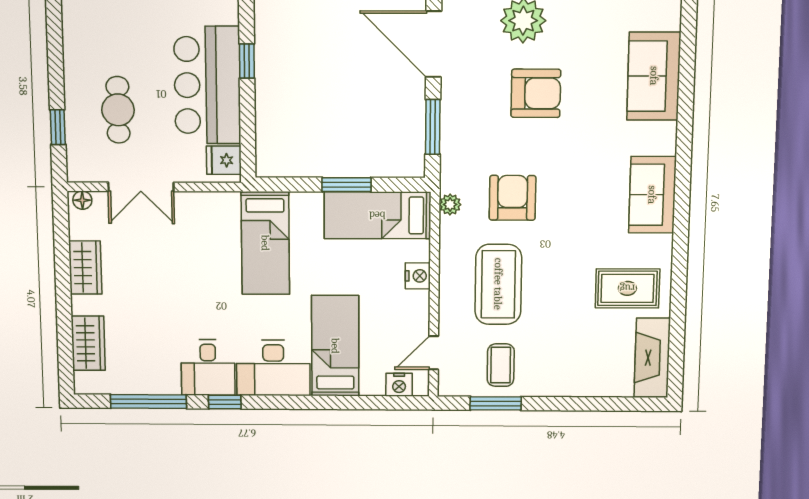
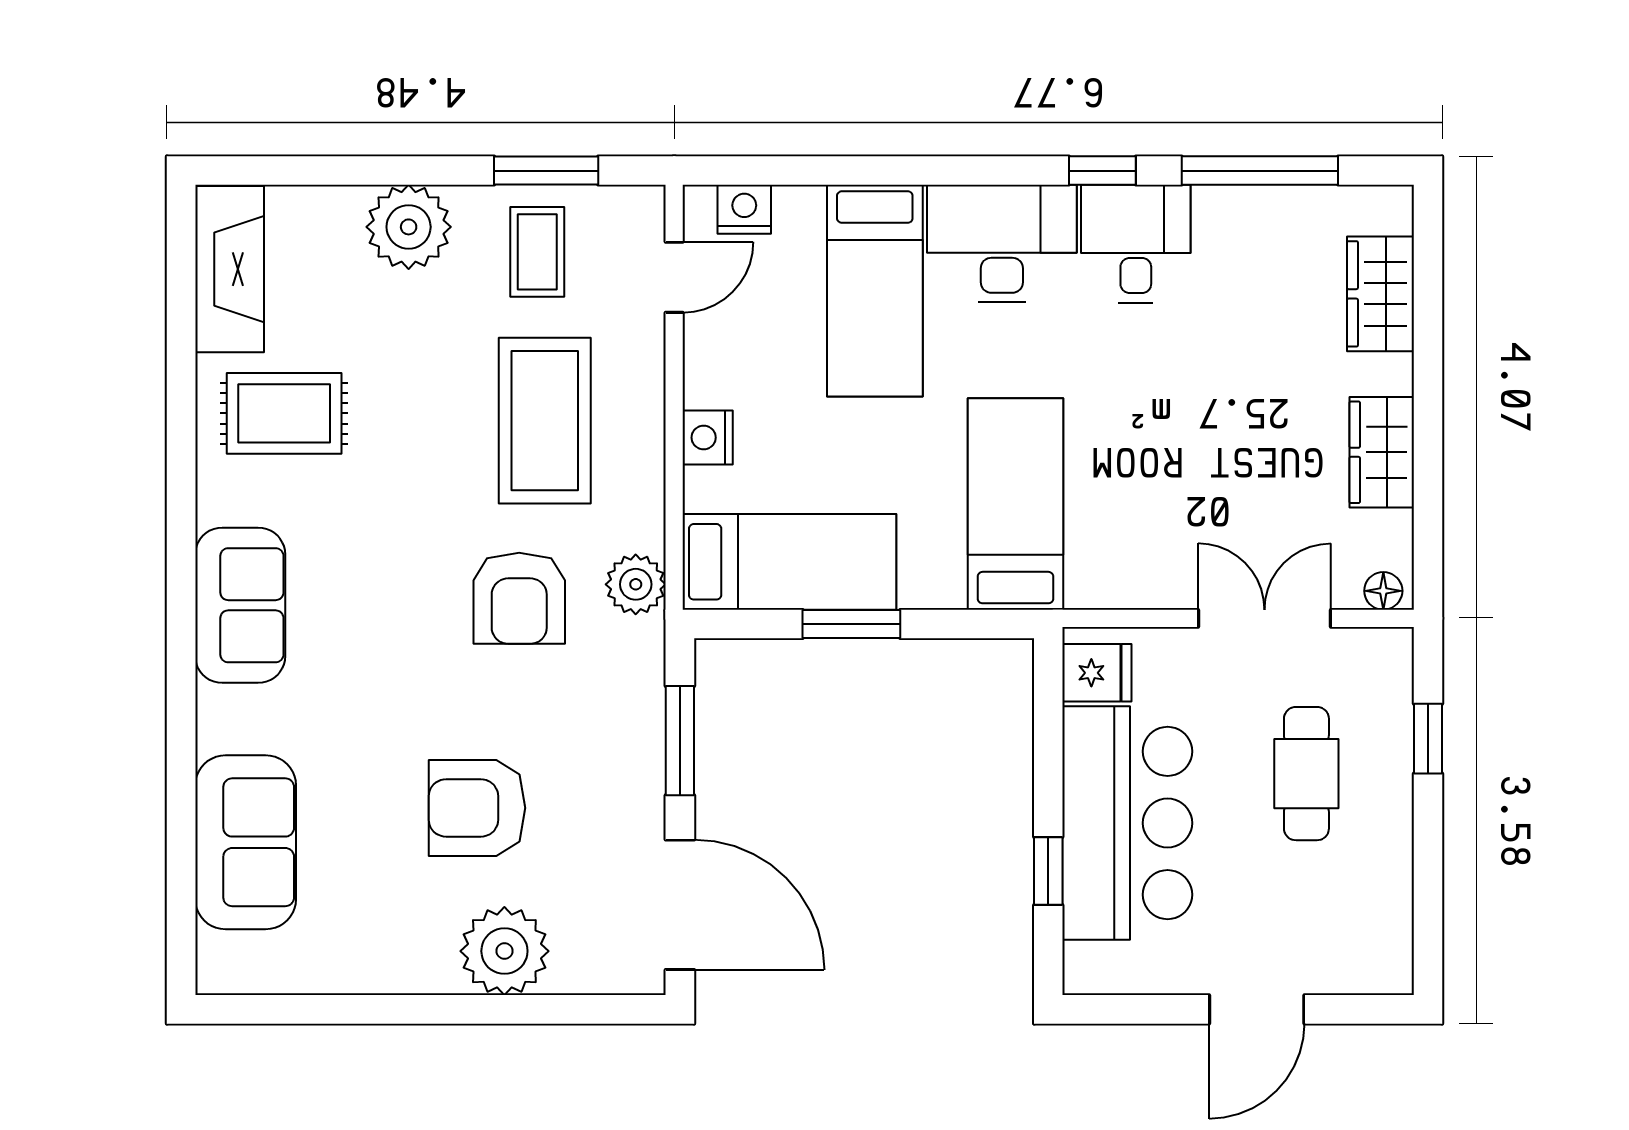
plant: (450, 204) -> (636, 584), width x1.38, depth x1.38
plant: (564, 377) -> (409, 227), added

